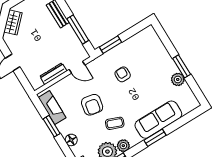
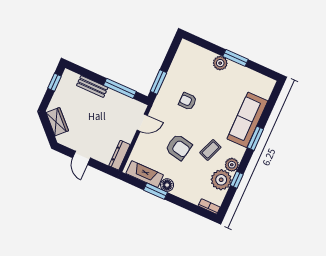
dresser: (53, 74) -> (119, 155), moved
plant: (178, 79) -> (220, 63), moved
floor lamp: (71, 140) -> (167, 185), moved

